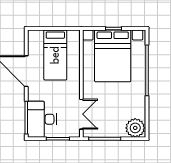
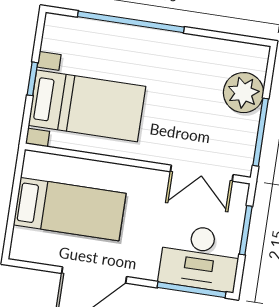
bed with nightstands: (113, 56) -> (87, 106), width x0.73
double door: (81, 114) -> (202, 173), swing flipped
plant: (135, 128) -> (243, 93), moved

